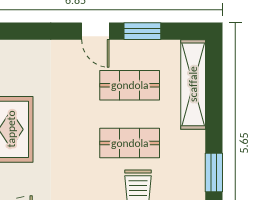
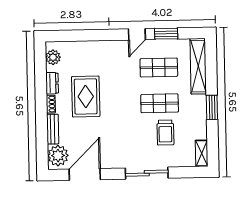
door: (95, 31) -> (137, 34), hinge flipped
window: (214, 173) -> (212, 107), moved

